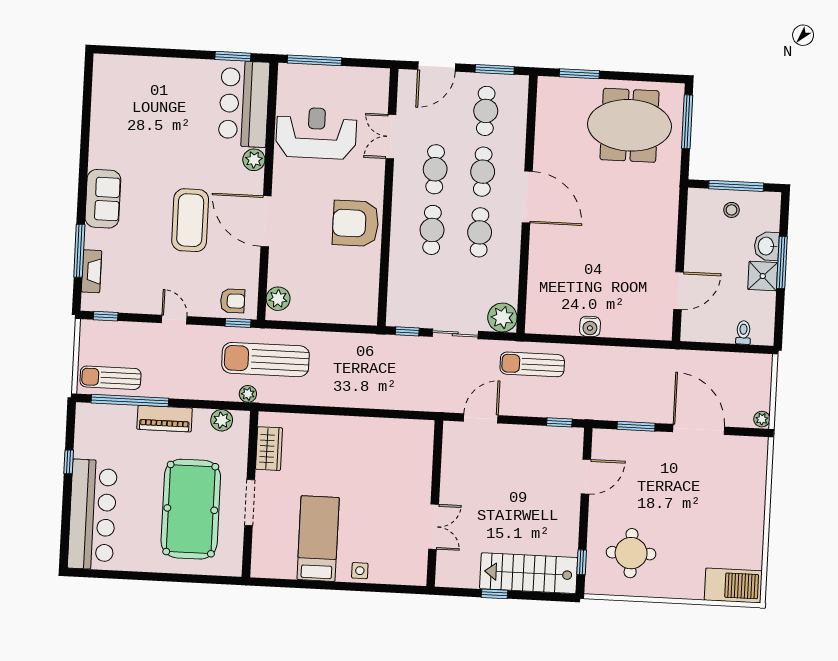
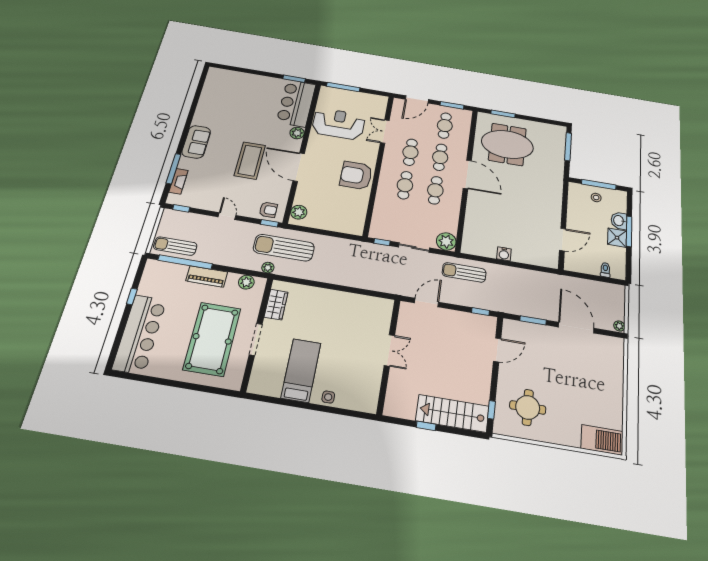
meeting table: (629, 125) -> (507, 144), moved
double door: (434, 527) -> (389, 350), moved

